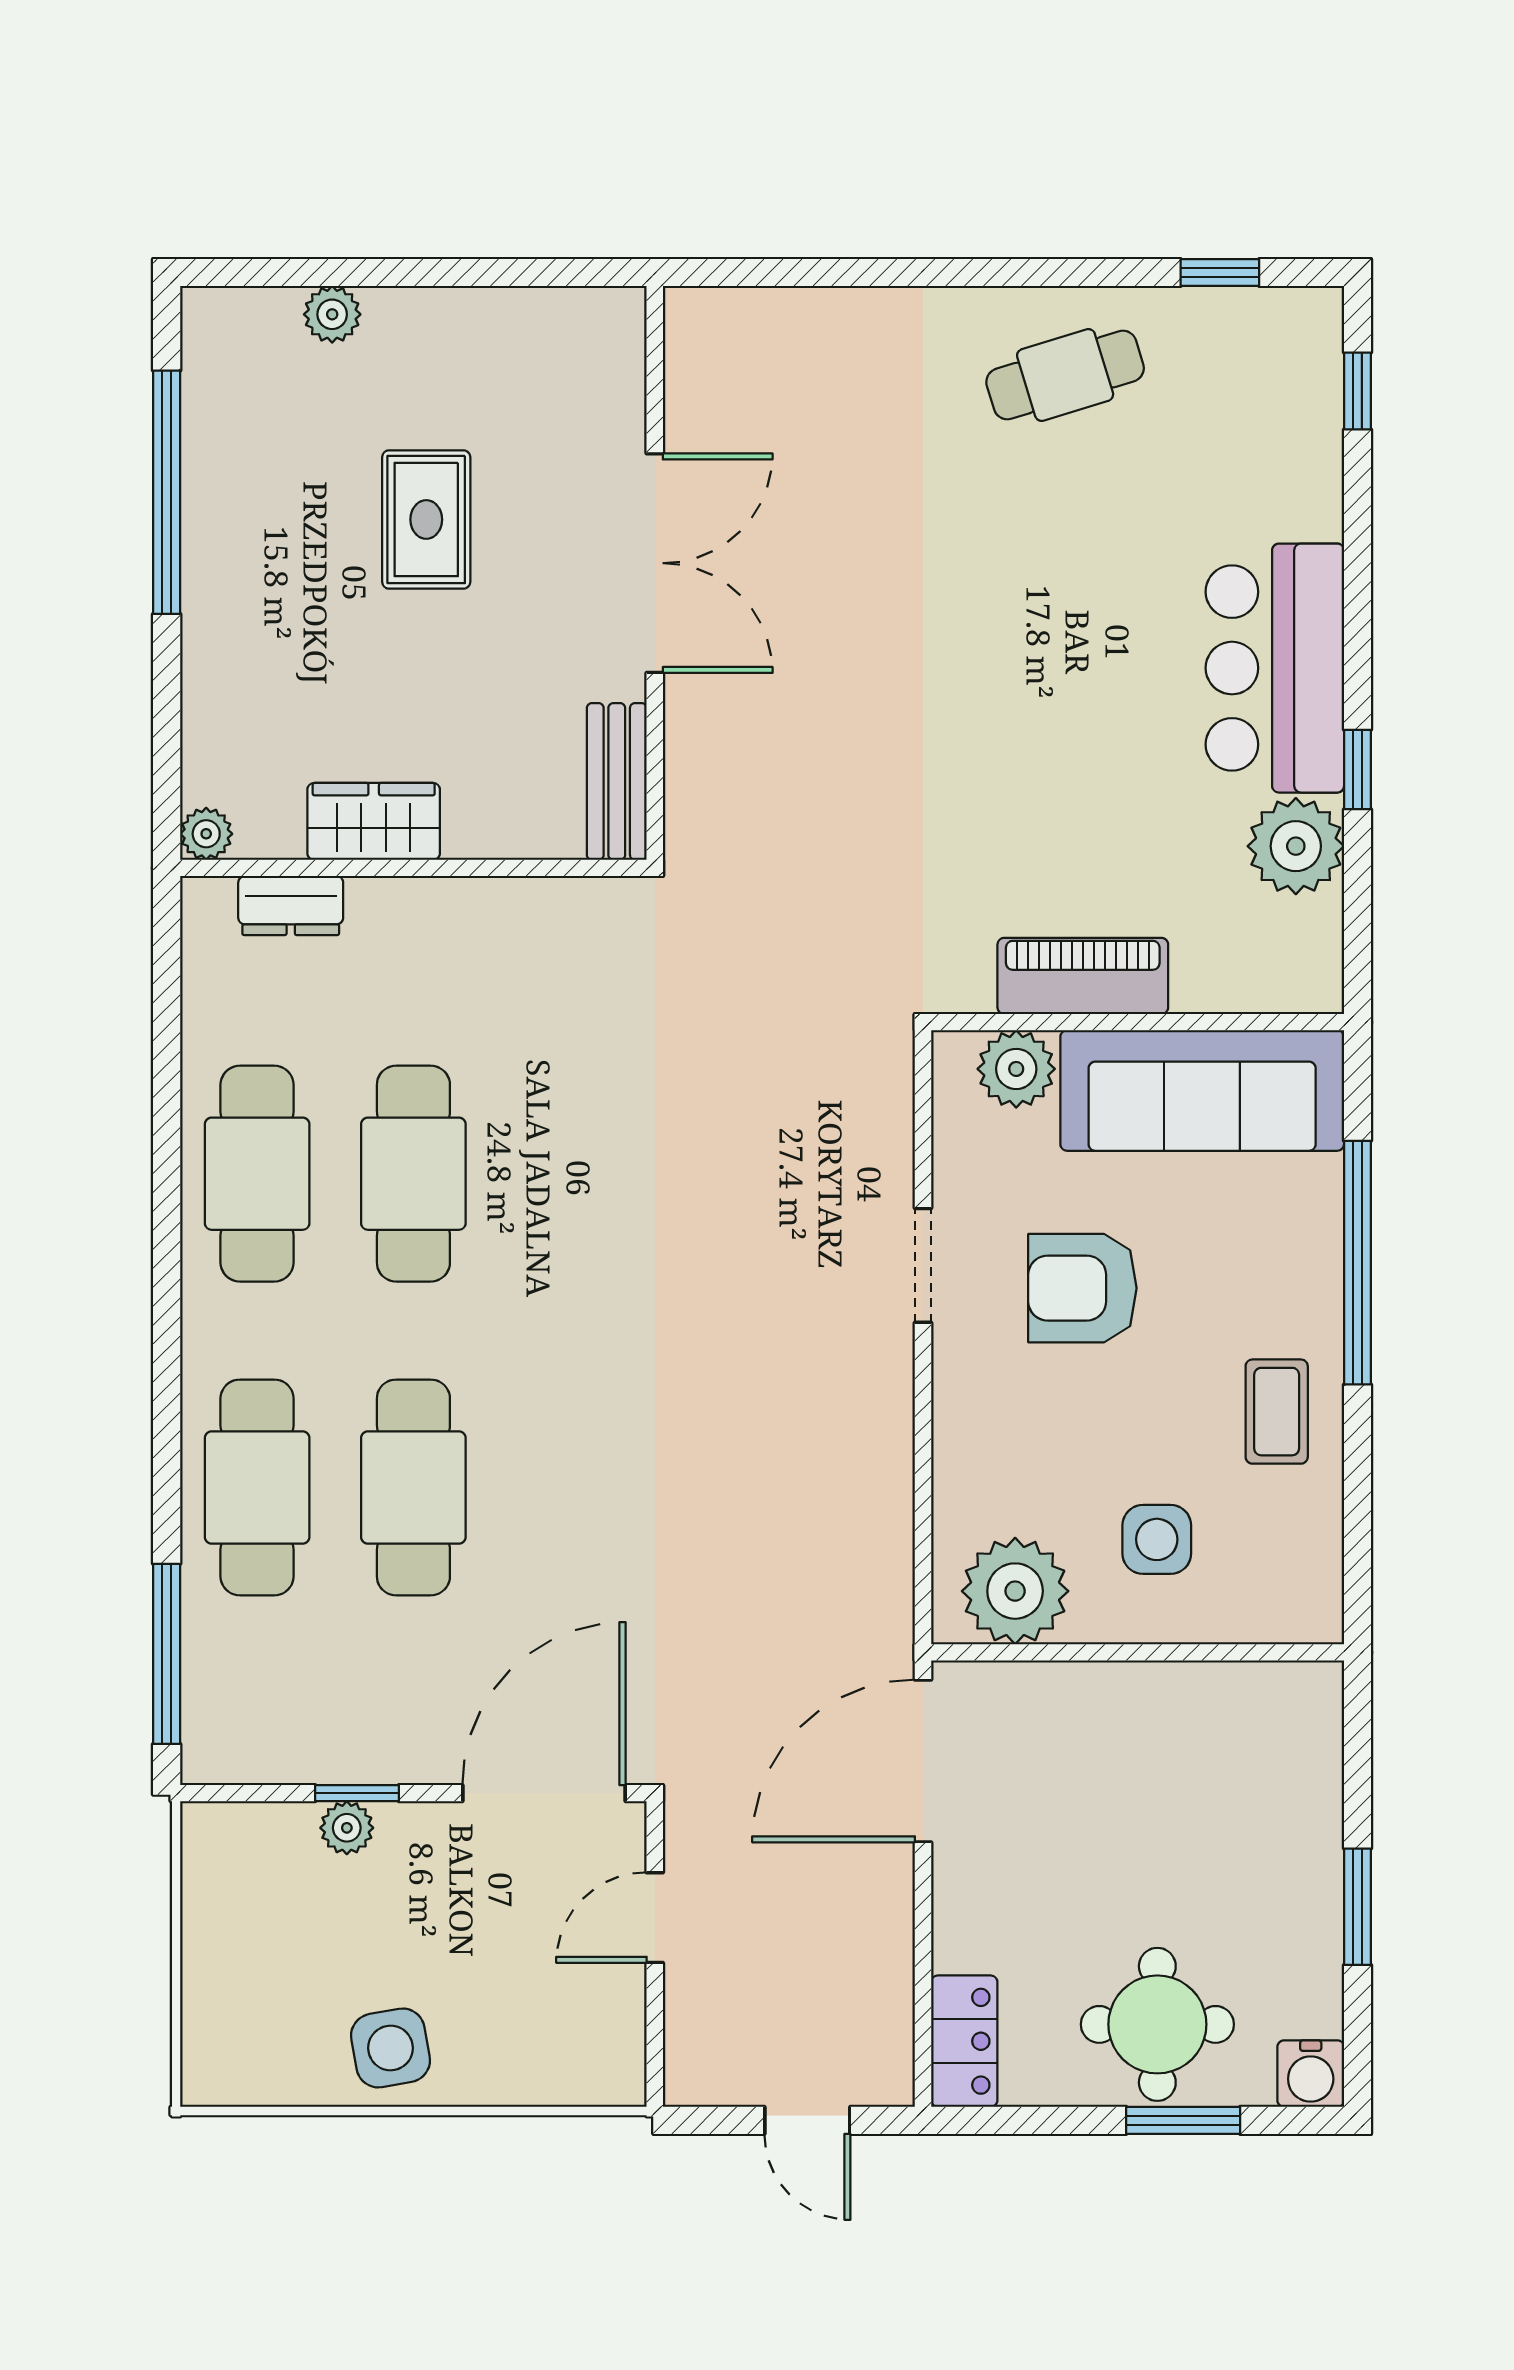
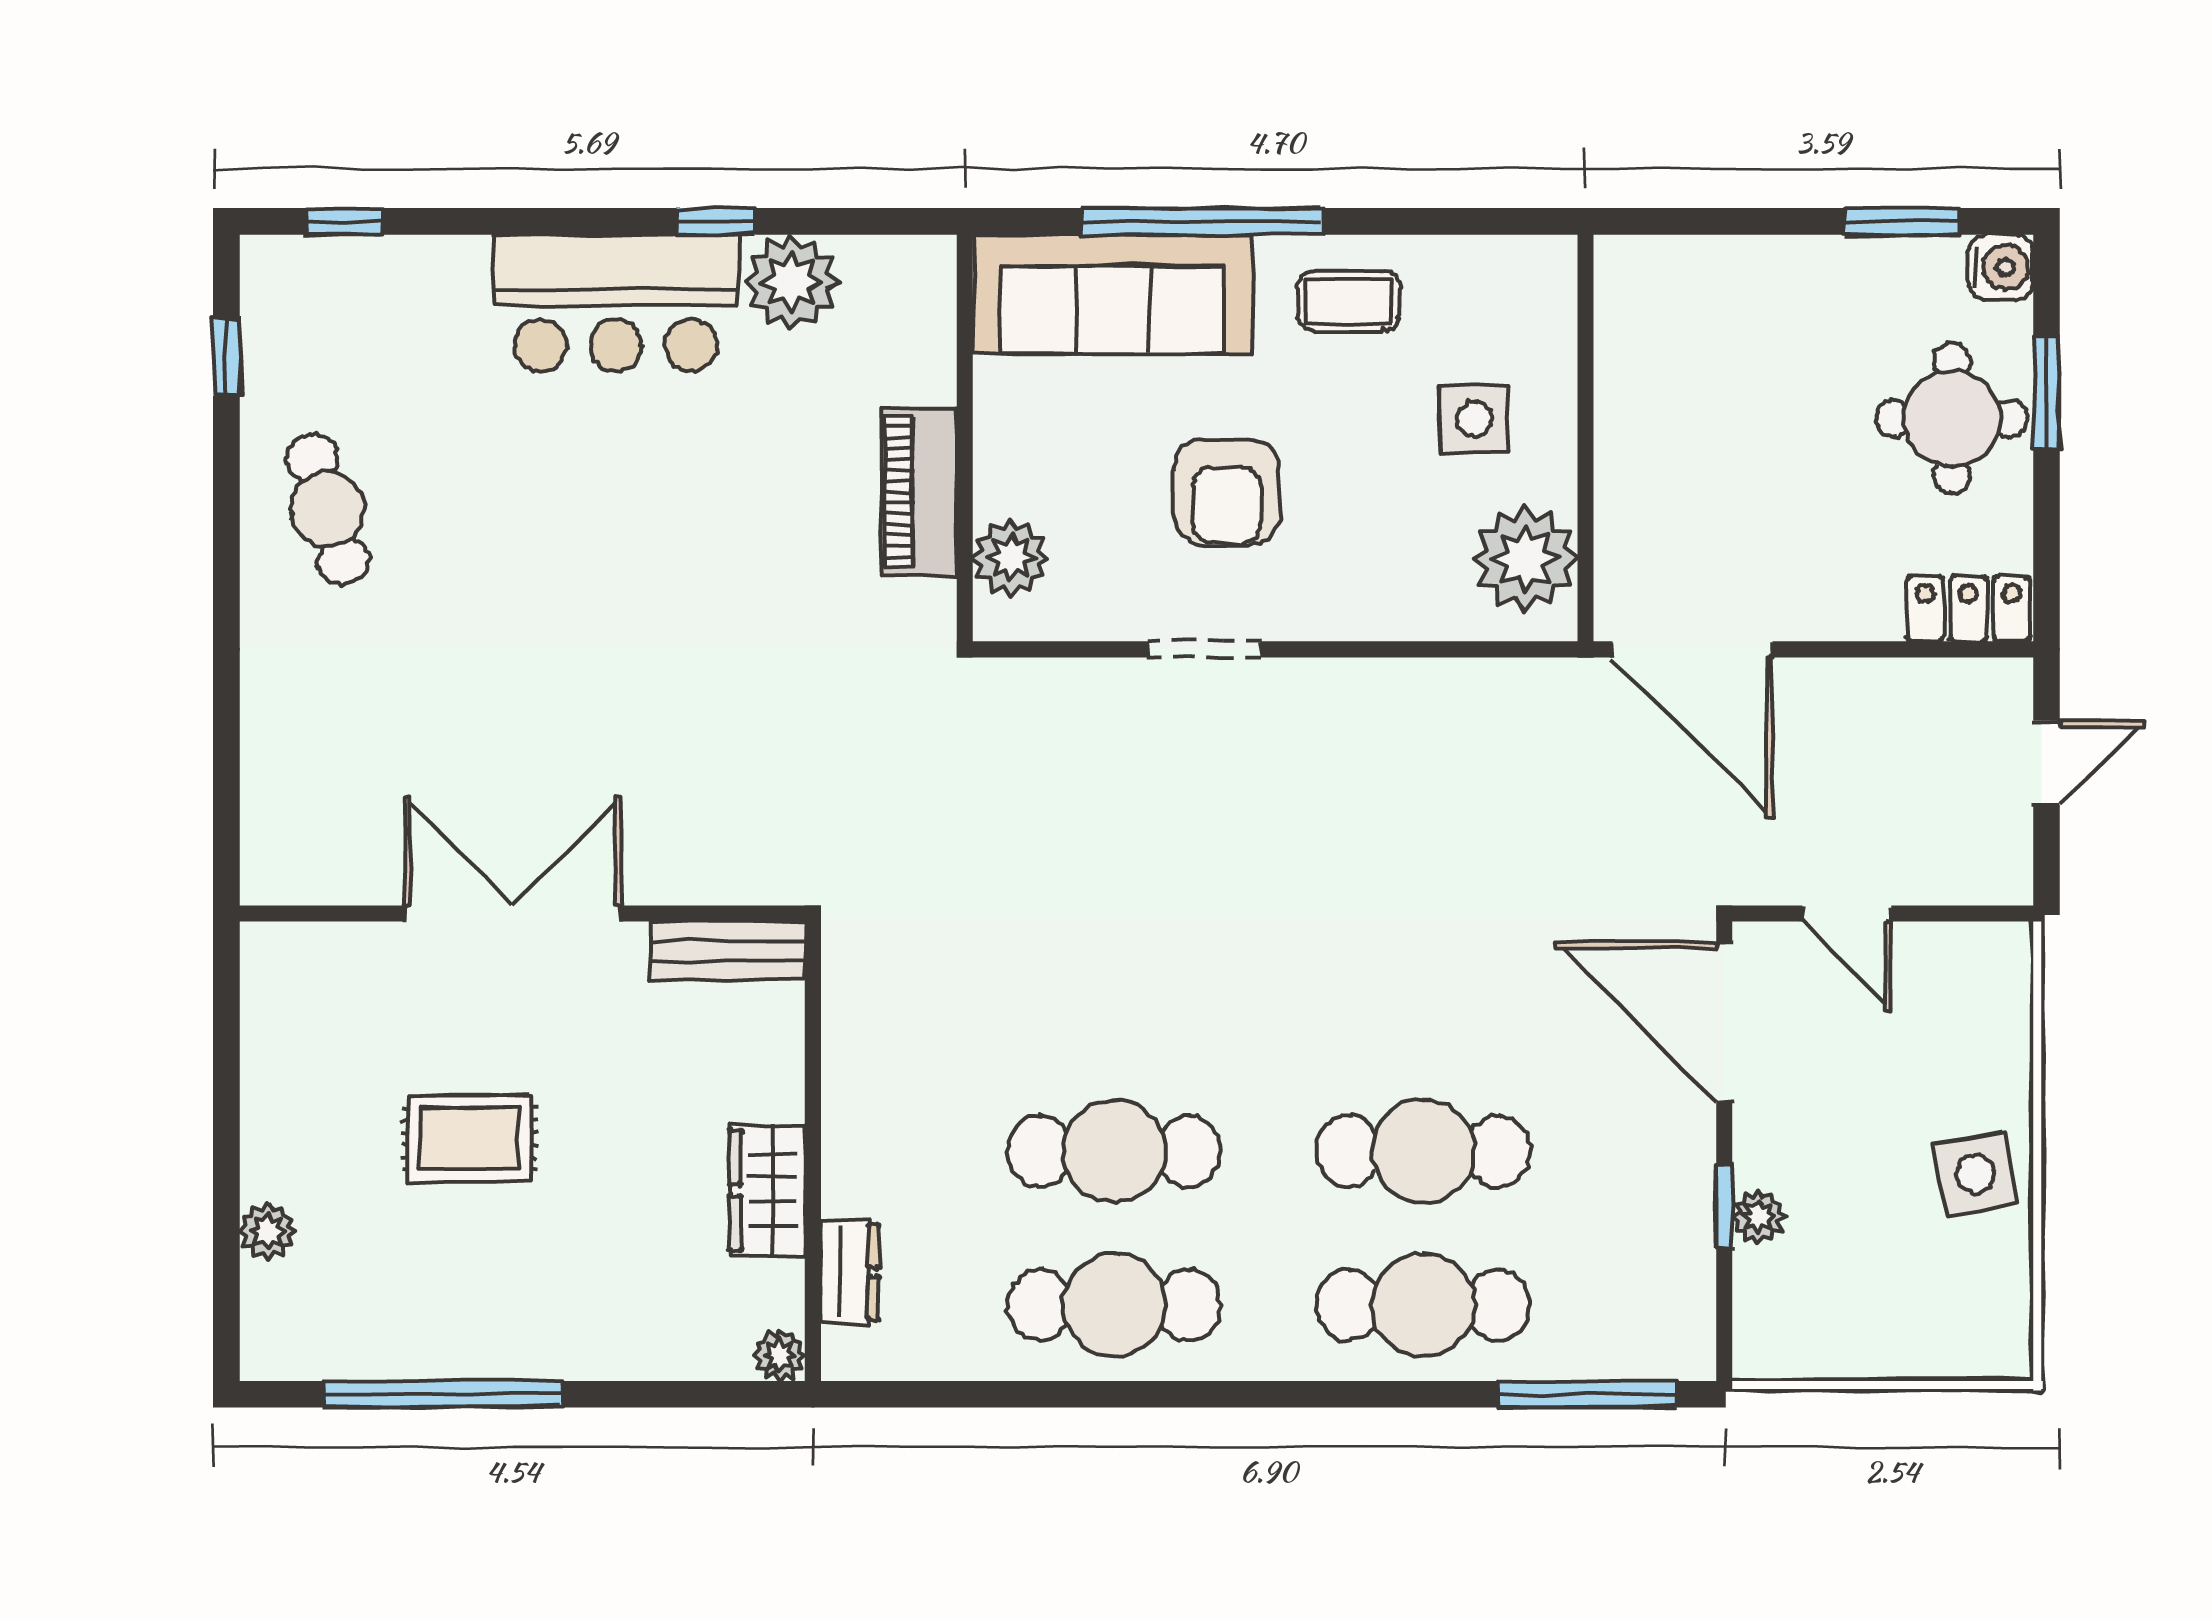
sofa: (1202, 1090) -> (1112, 294), moved, turned 90
window: (1357, 1907) -> (1902, 221), moved

